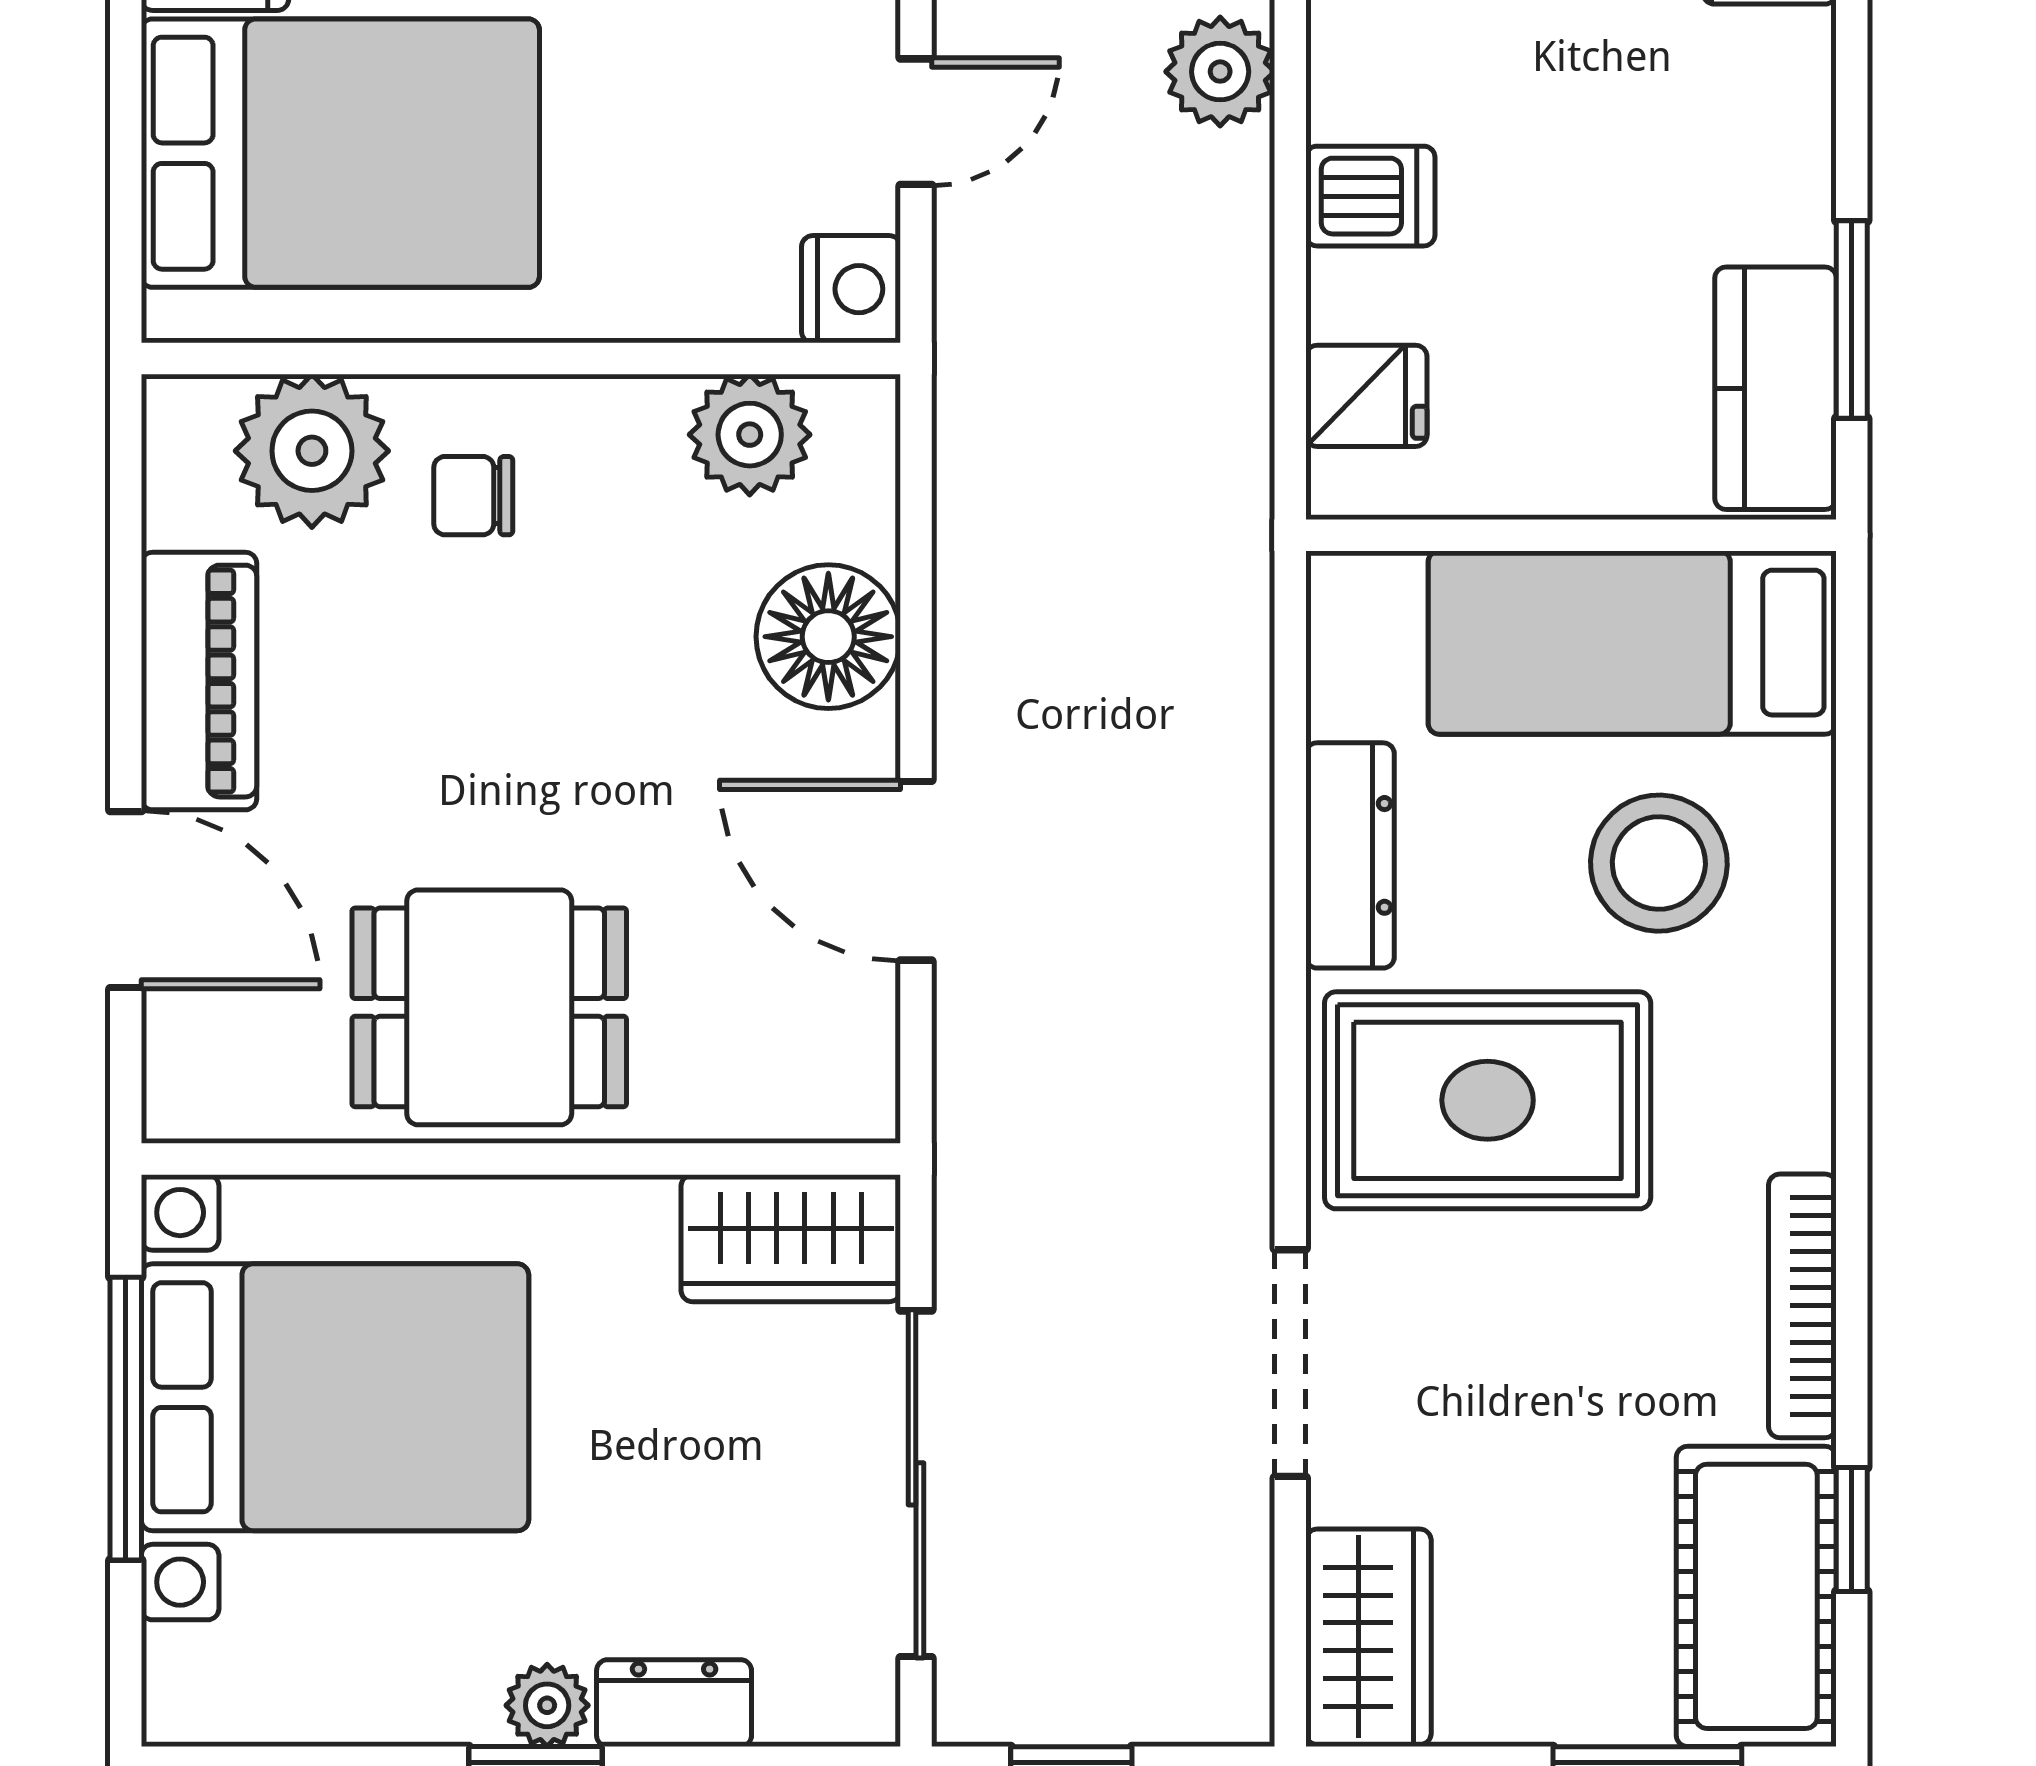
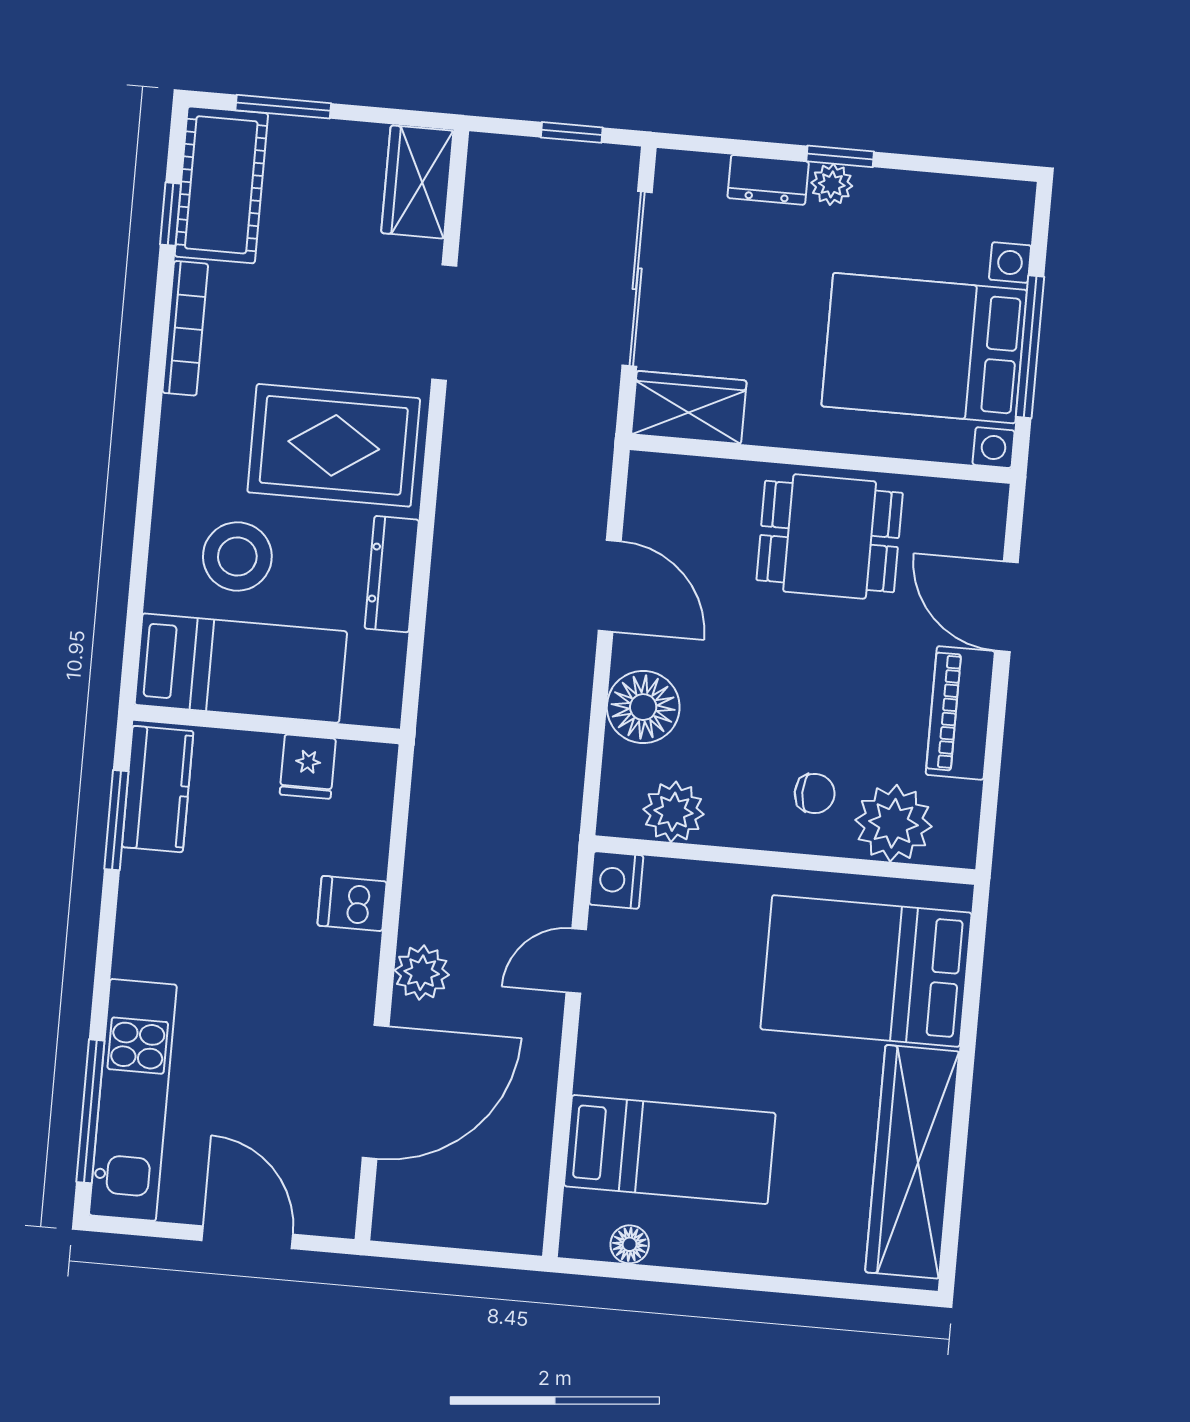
fridge: (1366, 396) -> (308, 767), moved, turned -90

